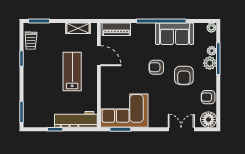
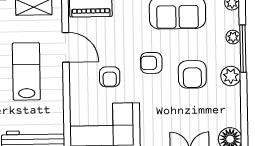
plant: (210, 63) -> (231, 76), moved
armchair: (208, 97) -> (110, 77), moved, turned -90

